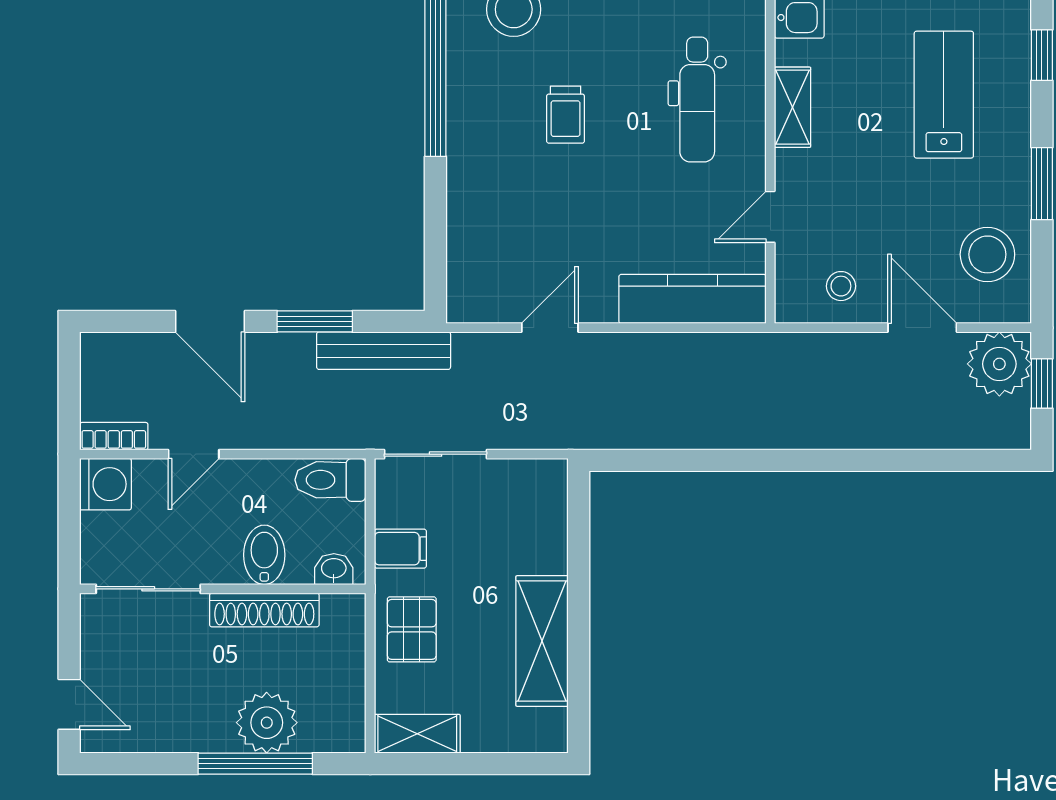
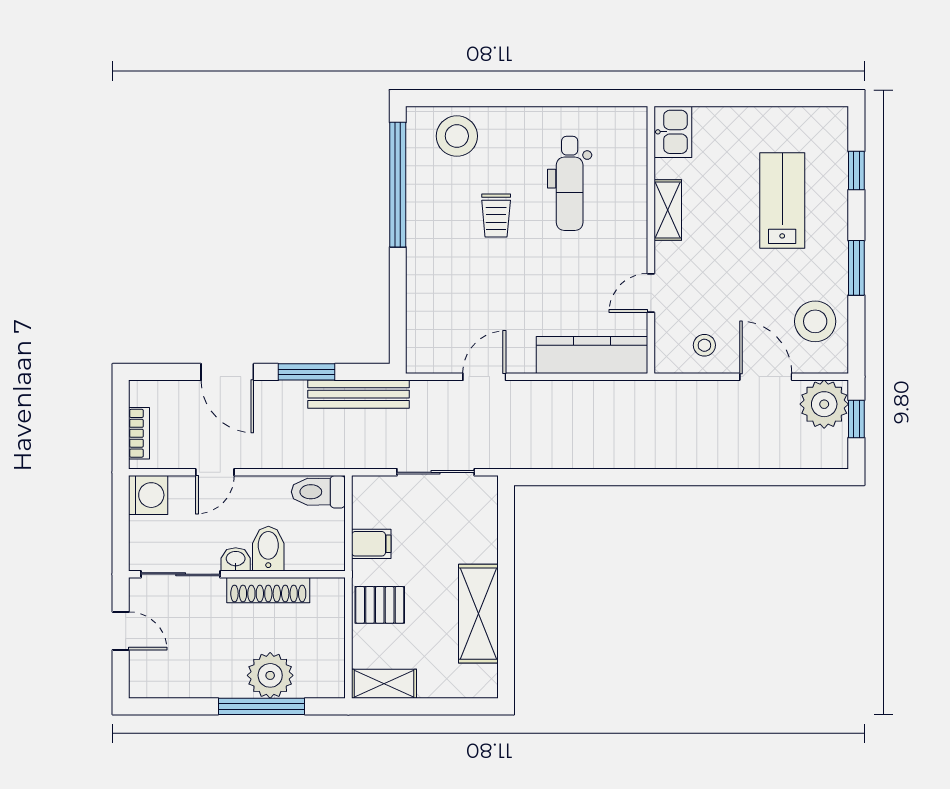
dental chair: (697, 99) -> (570, 183), moved
bookcase: (114, 436) -> (139, 433), moved, turned 90
sliding door: (436, 454) -> (436, 472), moved
washbasin: (334, 569) -> (236, 559), moved
pallet: (412, 629) -> (380, 605), turned 90
door: (69, 704) -> (121, 631), moved

